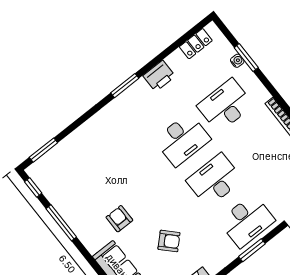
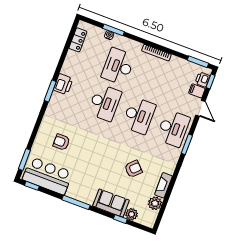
printer: (159, 76) -> (63, 84), moved
desk: (215, 180) -> (139, 116), turned 180
bar counter: (59, 187) -> (47, 176), added
armchair: (119, 219) -> (61, 142), moved
window: (61, 223) -> (76, 202), moved

